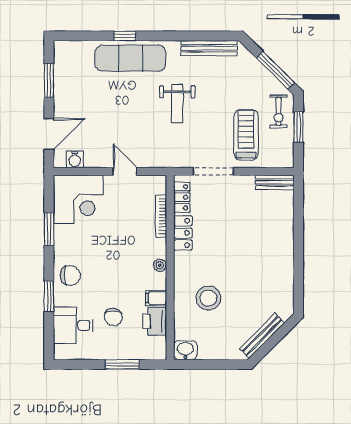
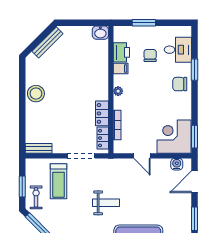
weight bench: (177, 103) -> (106, 203), turned 90
window: (49, 229) -> (195, 137), moved
stool: (208, 298) -> (36, 94), moved

